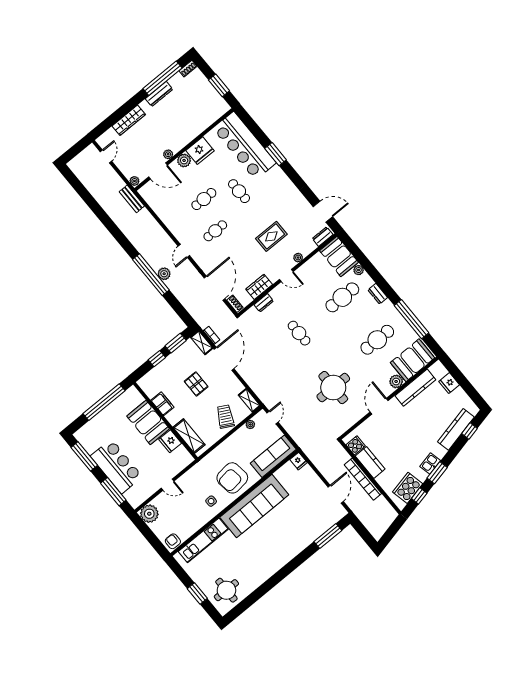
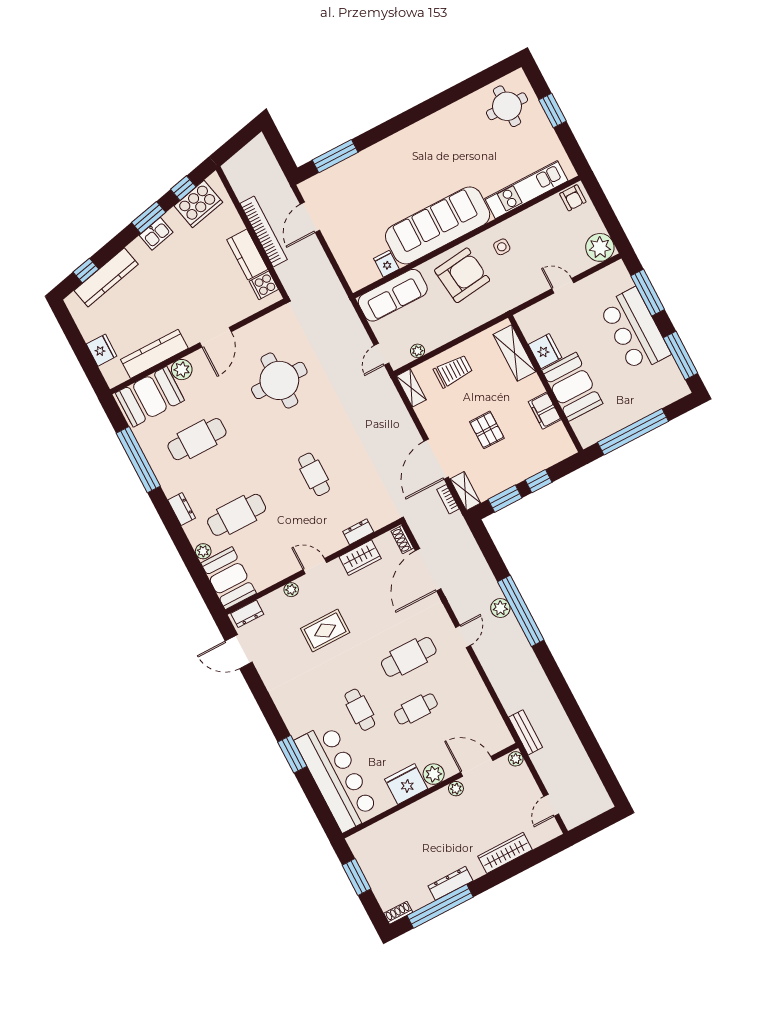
cafe table: (215, 231) -> (409, 657), width x1.37, depth x1.35
trolley: (225, 417) -> (453, 371), turned -118
fridge: (299, 461) -> (386, 264), moved

